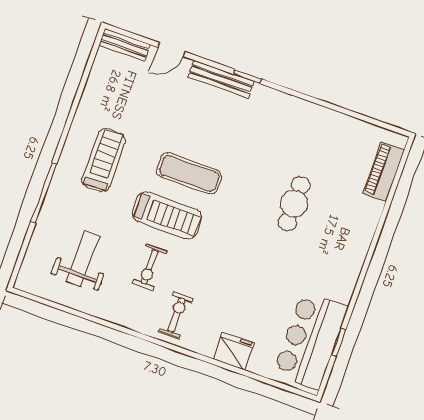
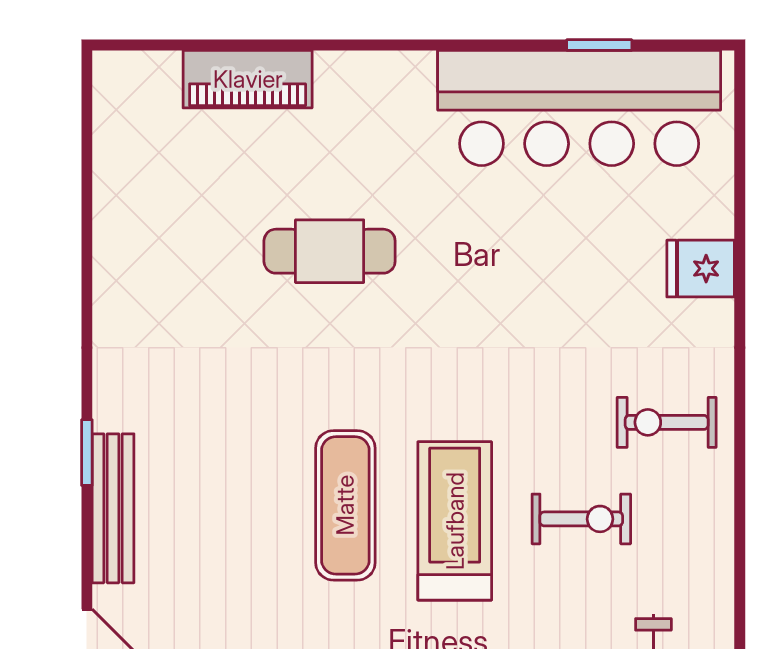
piano: (384, 172) -> (248, 79), moved
bar counter: (311, 340) -> (579, 108), width x1.36
fridge: (234, 351) -> (701, 269), width x0.72

